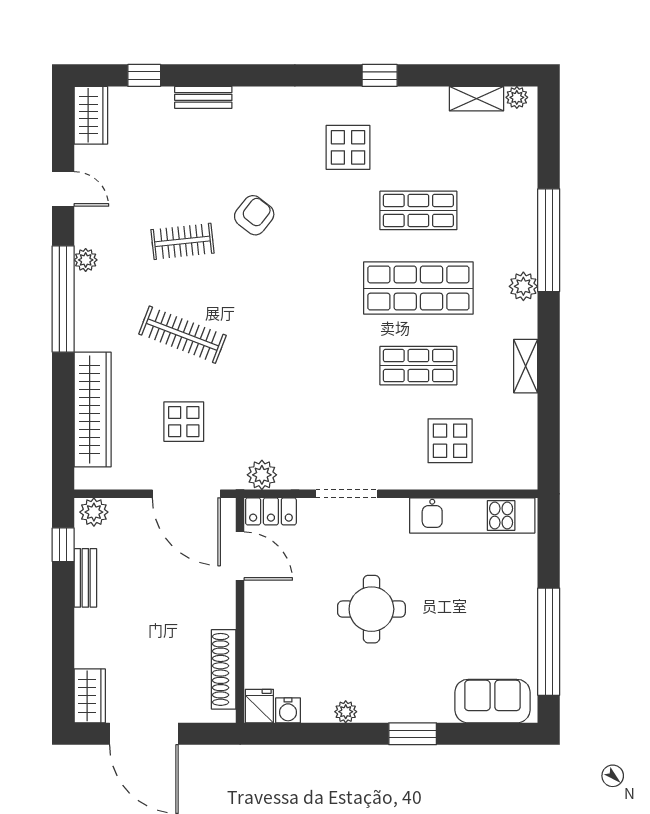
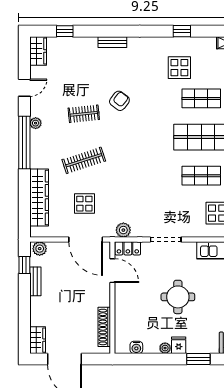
bench: (203, 97) -> (112, 42), moved
display table: (348, 147) -> (179, 68), moved
door: (63, 189) -> (24, 88), hinge flipped
clothes rail: (182, 335) -> (84, 160), turned -39
fridge: (259, 706) -> (179, 345), moved

